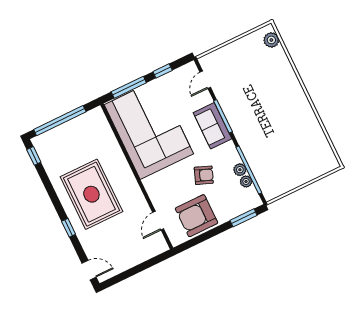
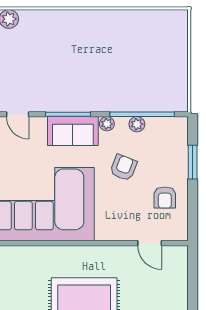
plant: (246, 181) -> (107, 124), moved
armchair: (196, 216) -> (165, 198), width x0.53, depth x0.53
window: (244, 218) -> (193, 162), moved

